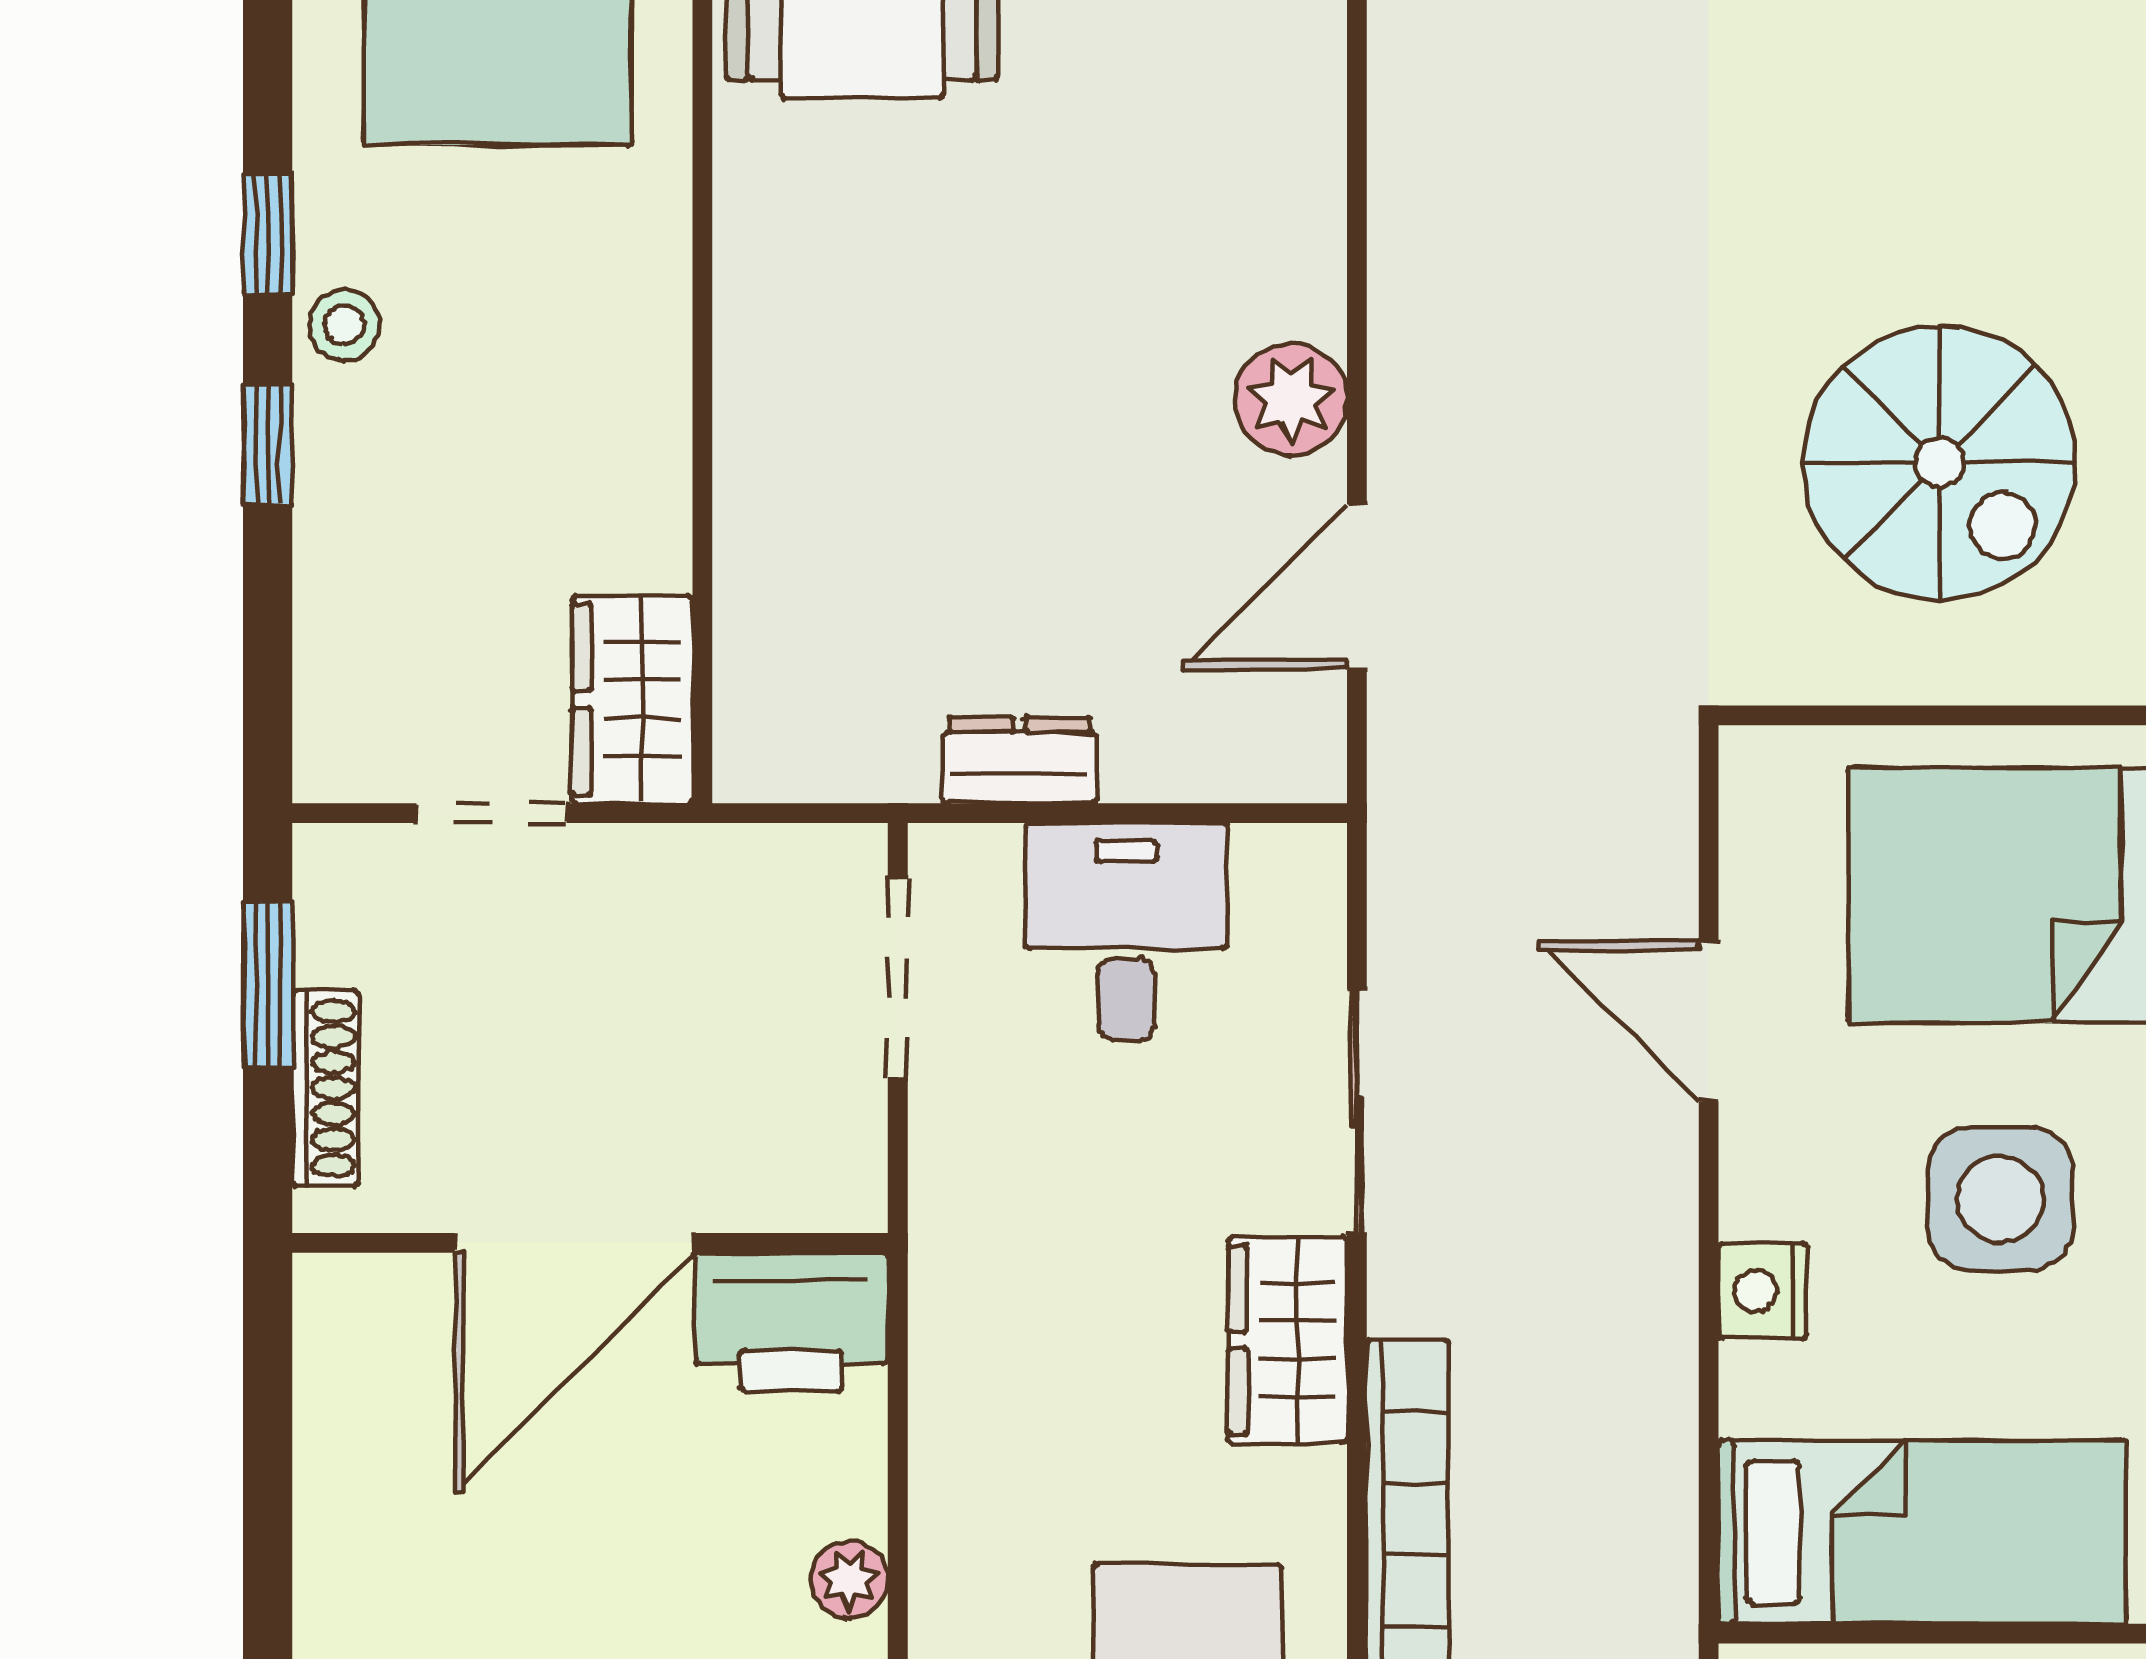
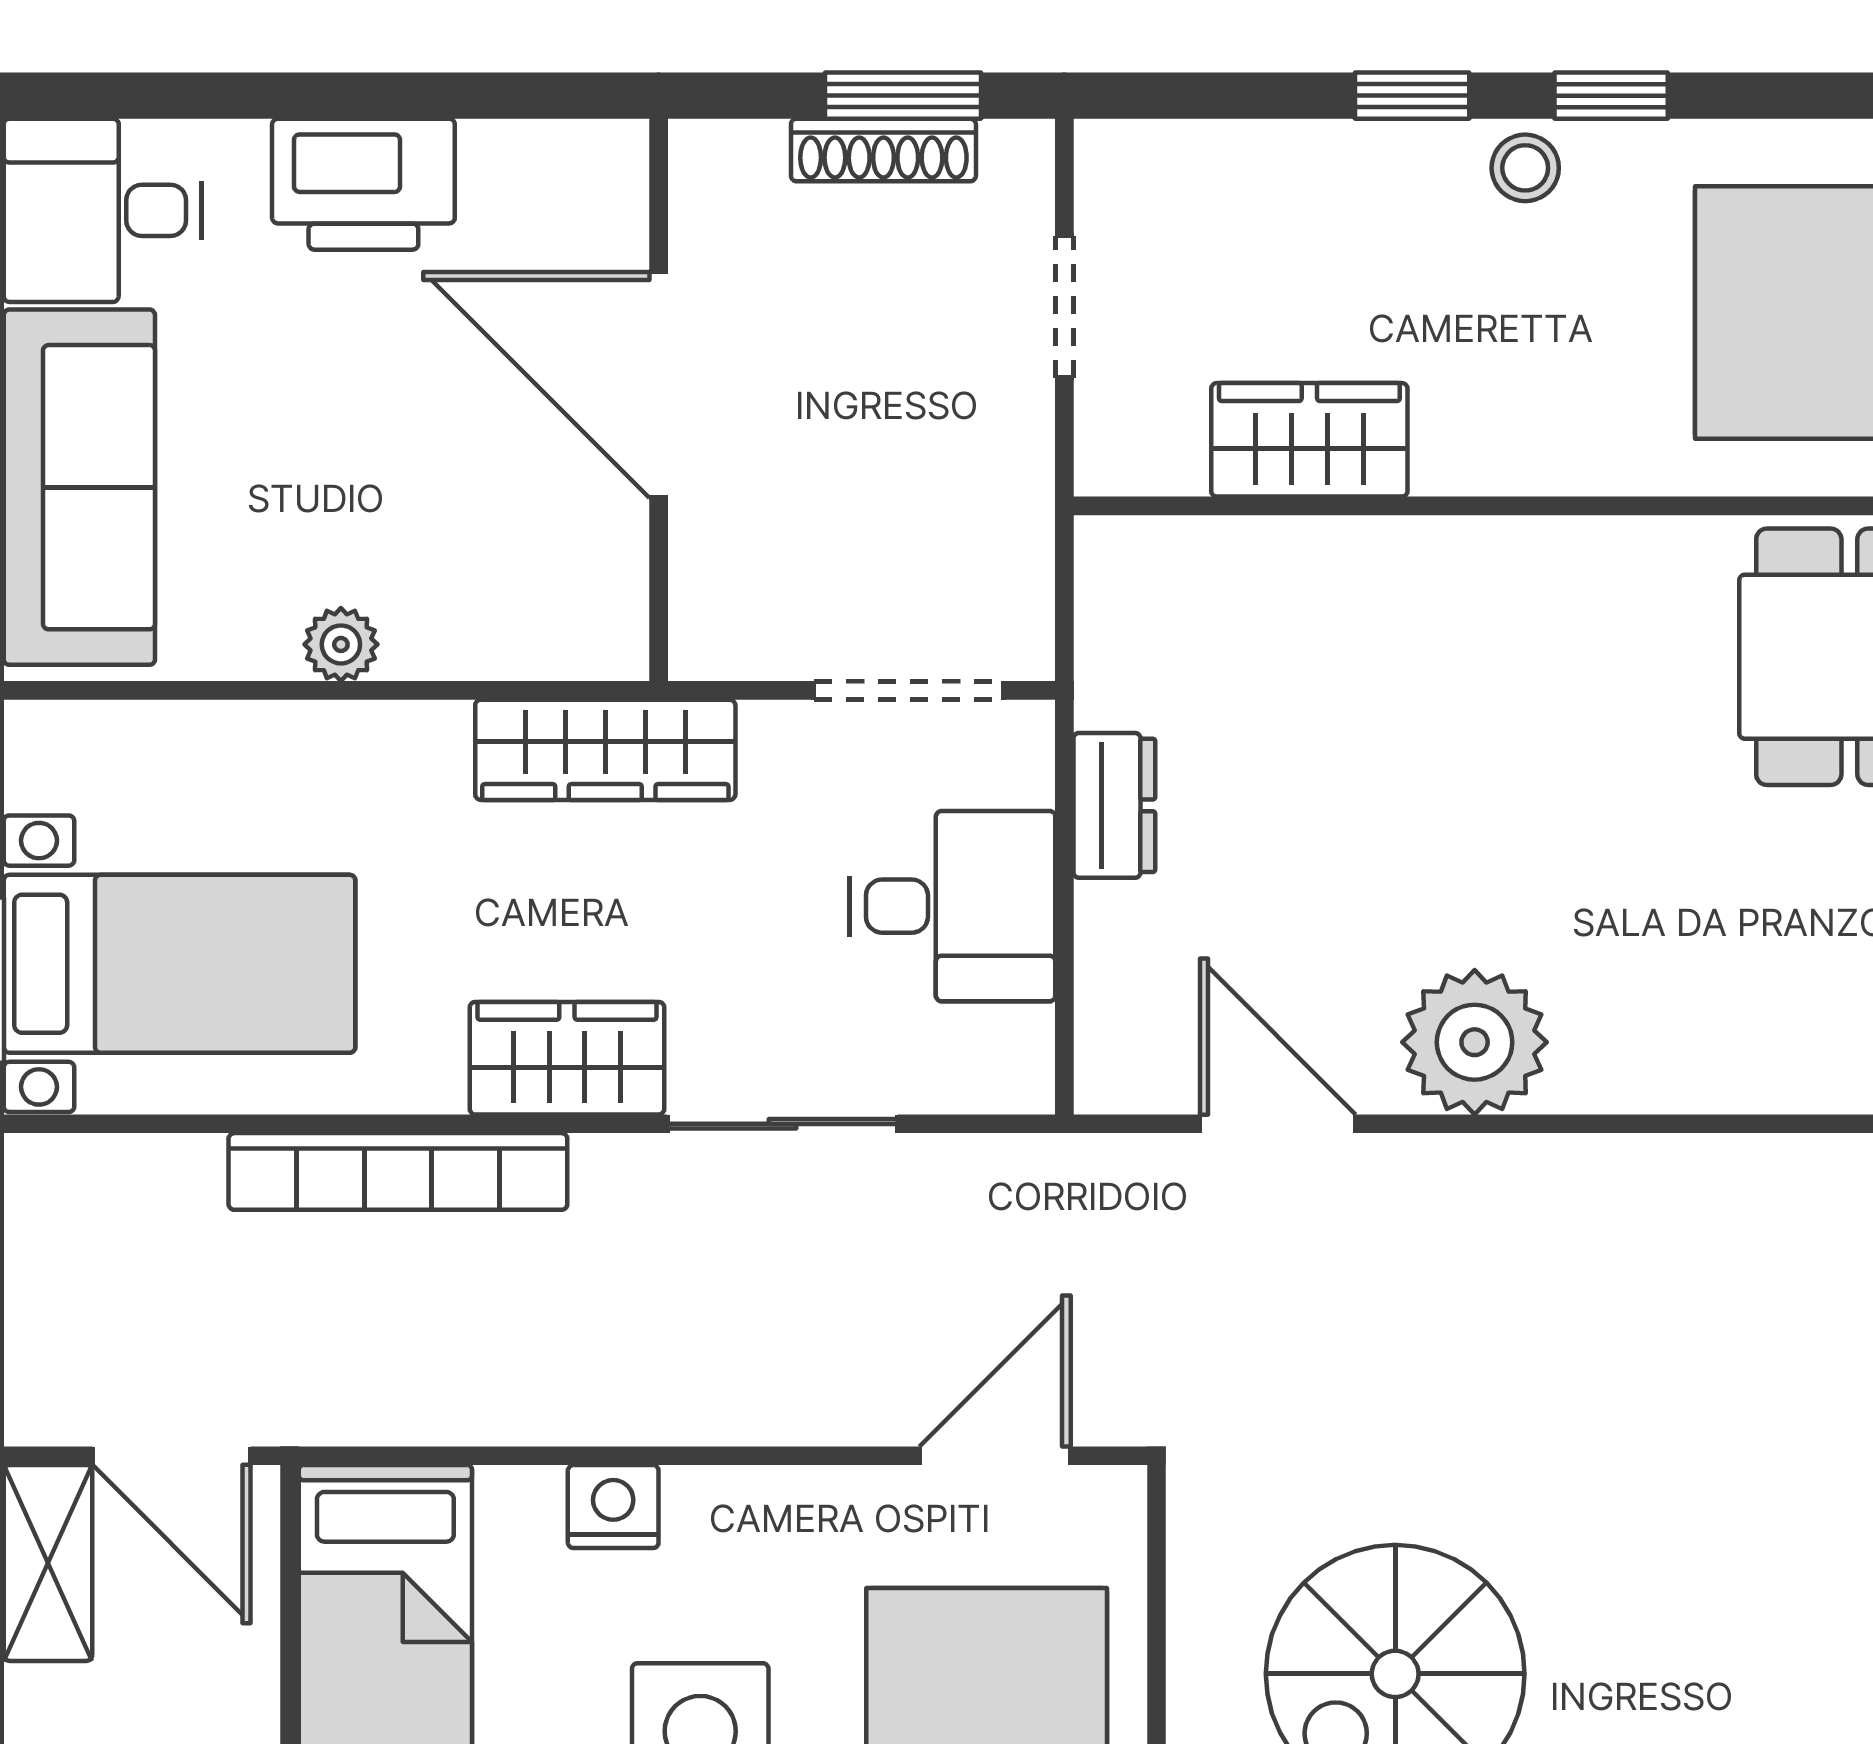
plant: (1291, 399) -> (1475, 1042), width x1.36, depth x1.36
wardrobe: (632, 699) -> (1309, 440), moved
door: (1709, 1021) -> (995, 1456), moved
shoe rack: (325, 1088) -> (883, 150), moved
wardrobe: (961, 1299) -> (605, 750), added
printer: (791, 1322) -> (363, 184), moved, turned -90

